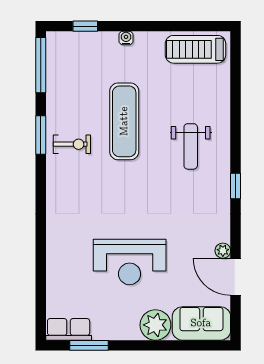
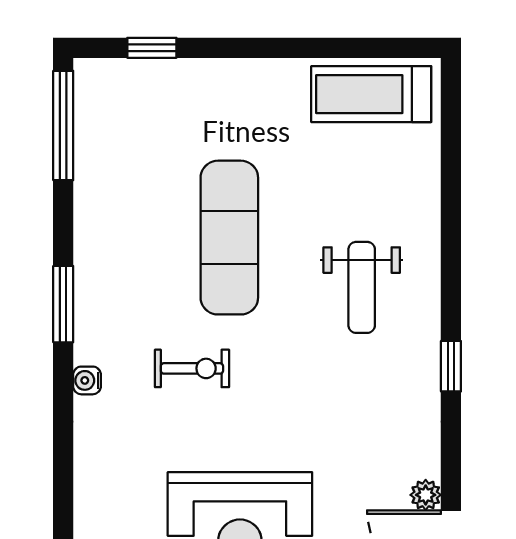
water cooler: (126, 38) -> (87, 380), moved, turned -90
window: (41, 135) -> (63, 304), moved
exercise bike: (72, 144) -> (192, 368), moved

